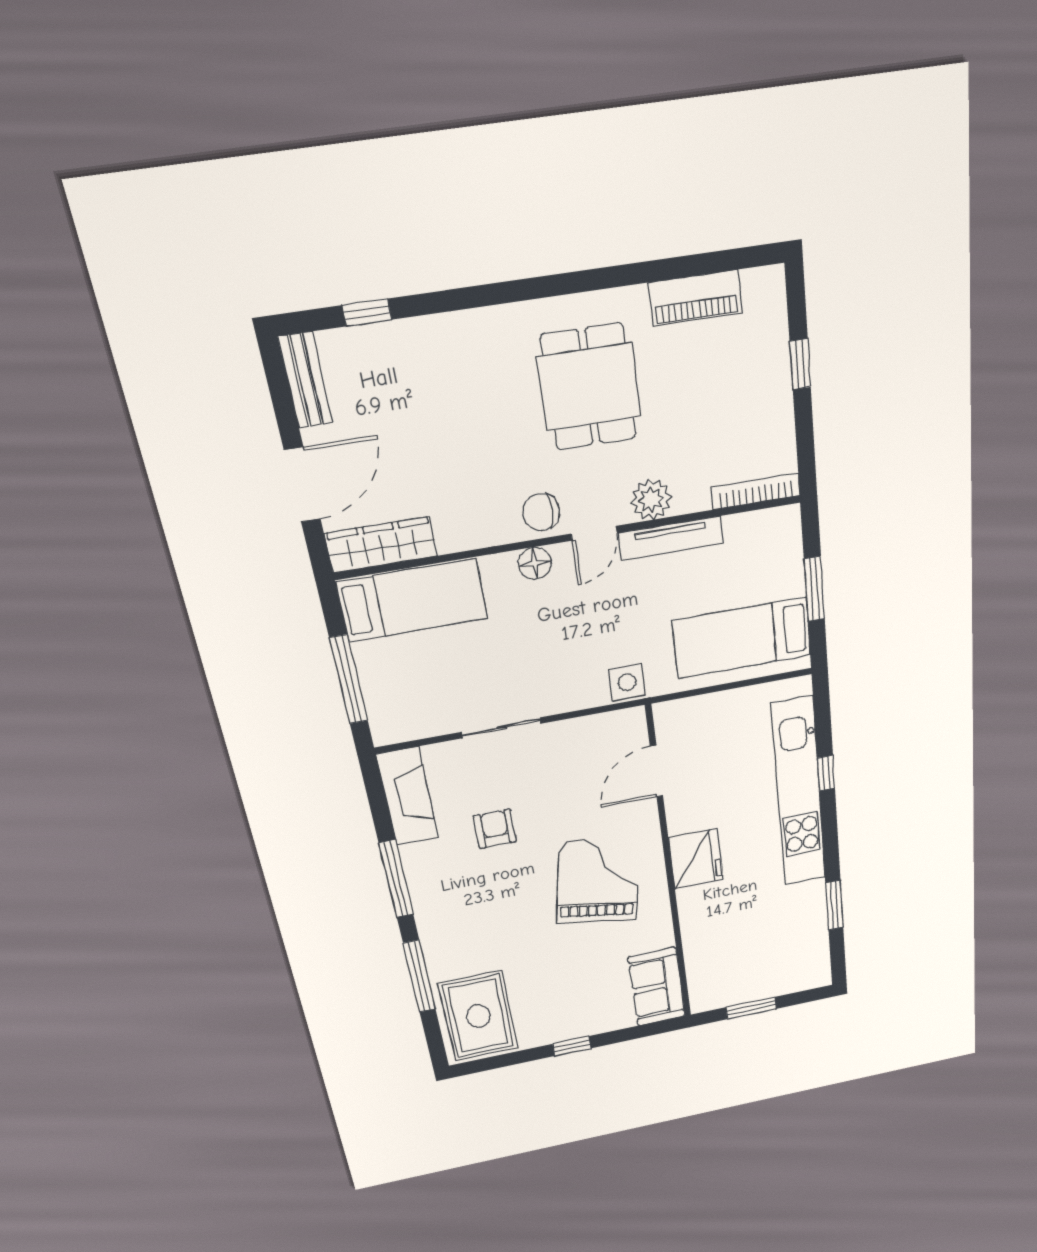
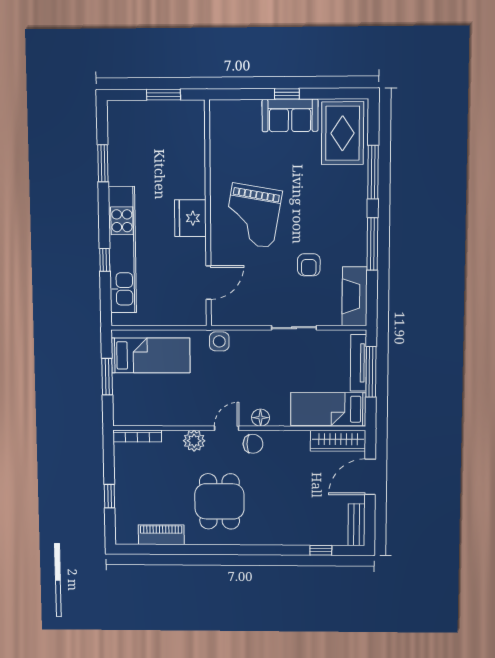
tv unit: (671, 538) -> (358, 363), moved, turned -90
sofa: (657, 987) -> (290, 115), moved, turned 90

